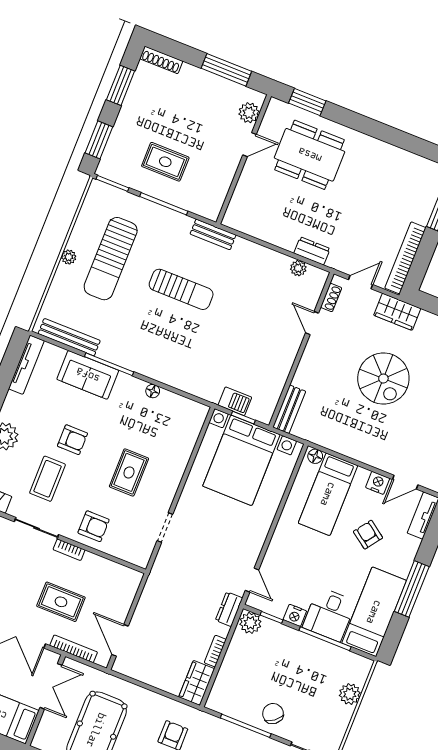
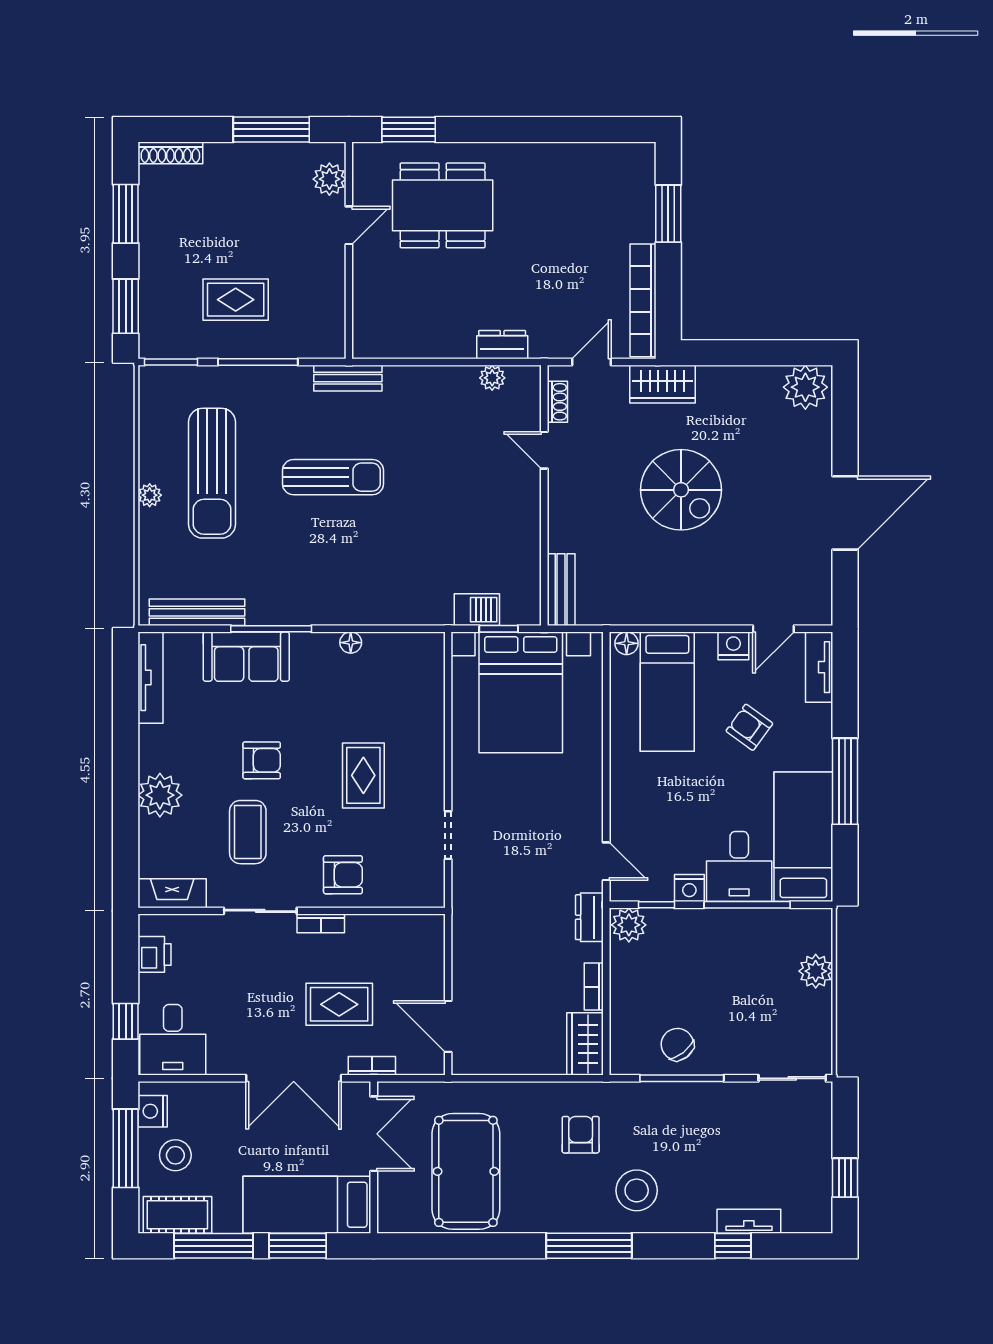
bookcase: (74, 649) -> (372, 1066), width x0.64
chair: (273, 714) -> (677, 1044), moved

